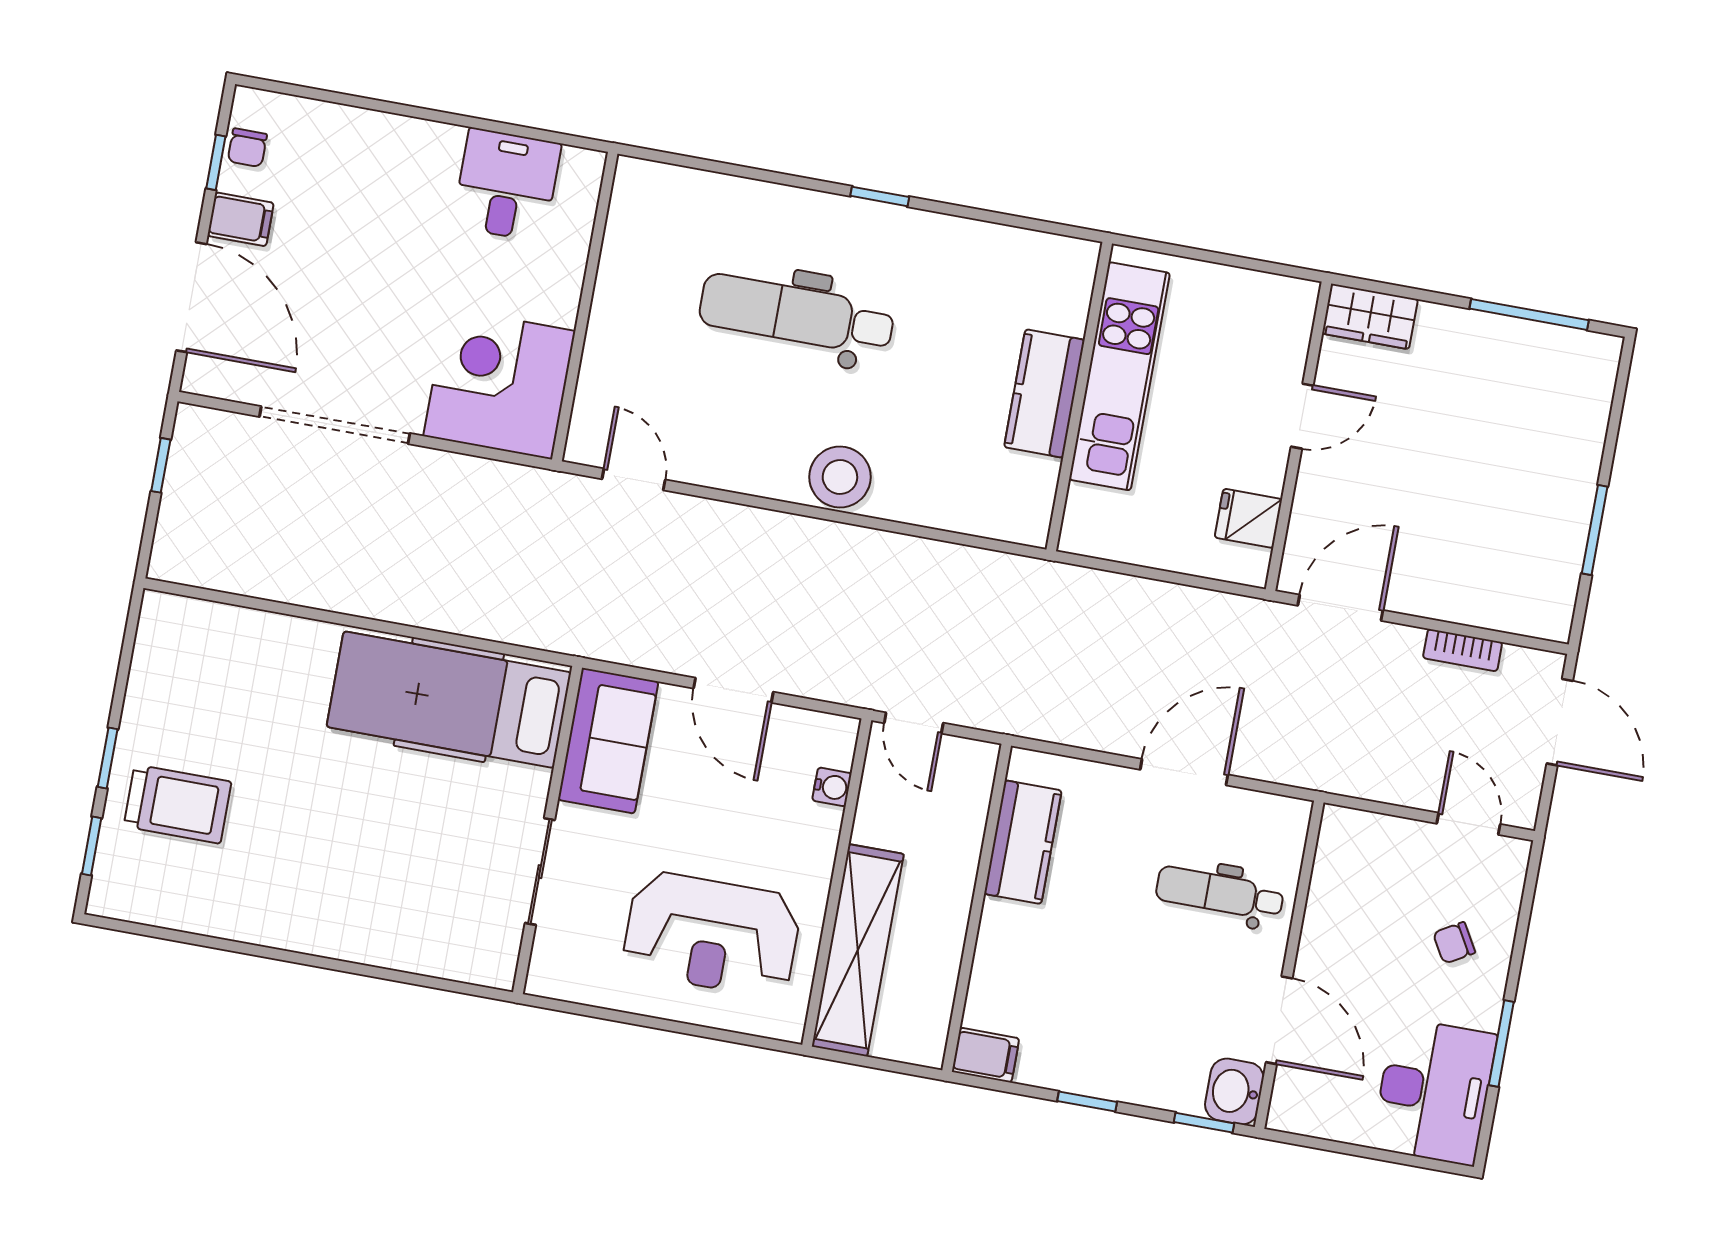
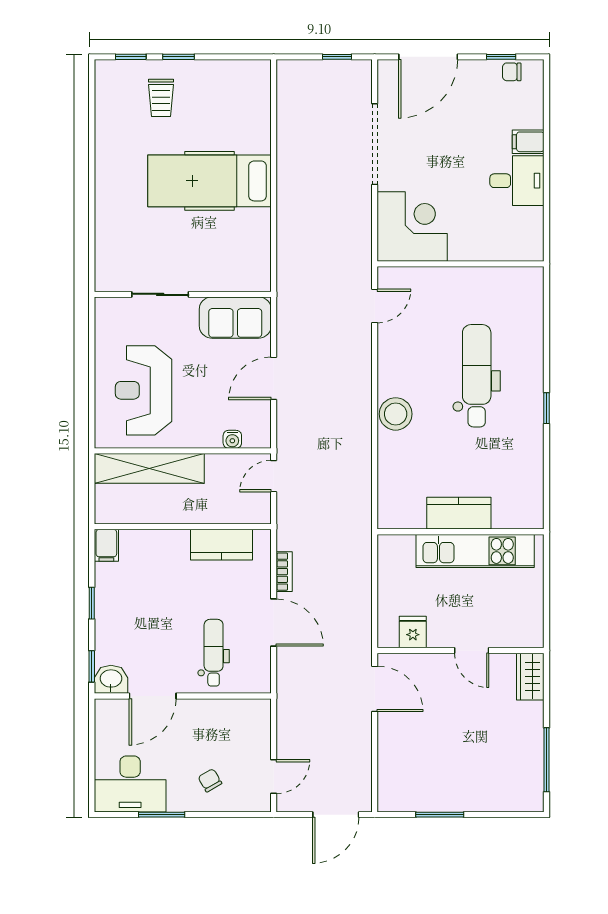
desk: (507, 185) -> (517, 181), moved
filing cabinet: (241, 219) -> (528, 142), moved, turned 90
bookcase: (1463, 650) -> (284, 572), moved, turned 180
hospital bed: (449, 700) -> (210, 181), moved, turned -90
trolley: (178, 804) -> (161, 98), width x0.73, depth x0.72

